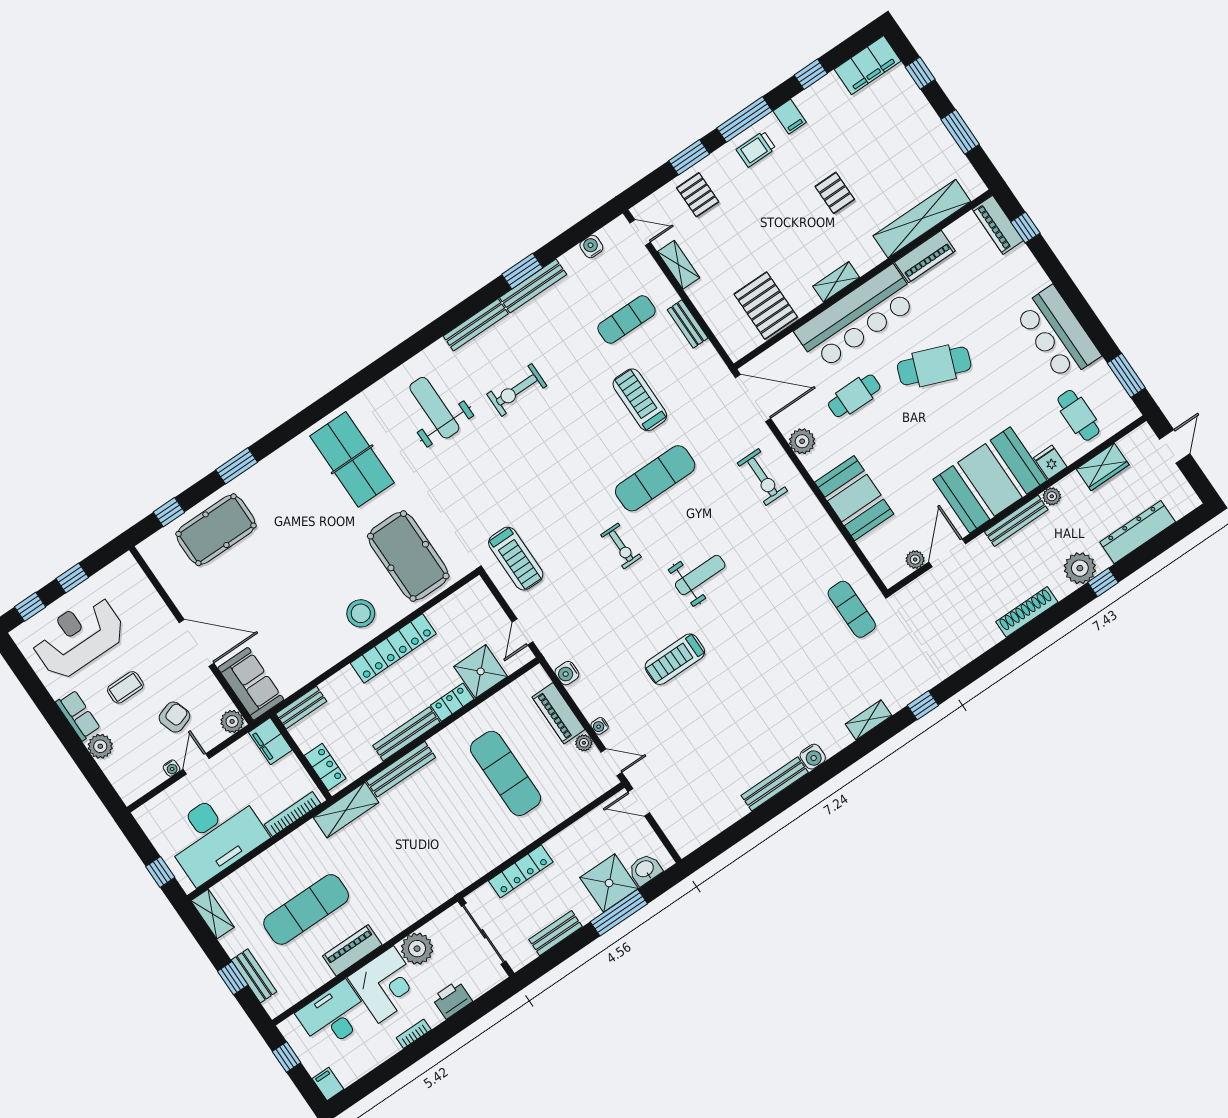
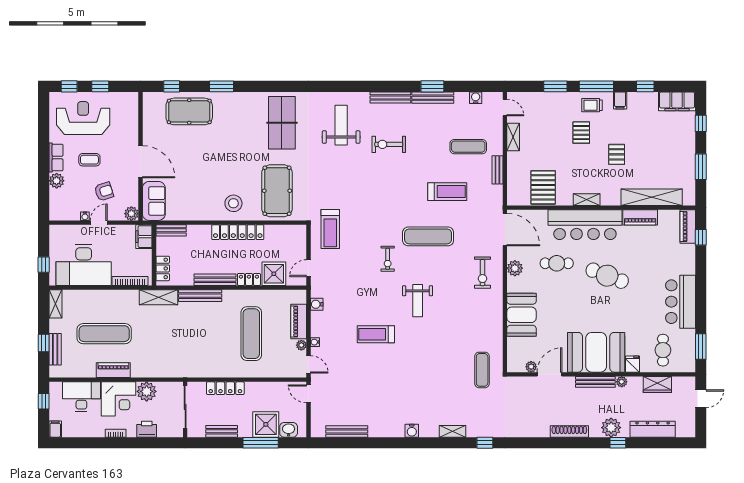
pallet: (698, 195) -> (581, 133), moved
treadmill: (640, 400) -> (447, 192), turned 90
weight bench: (700, 575) -> (418, 301), turned 90
bench: (775, 784) -> (347, 431), moved

